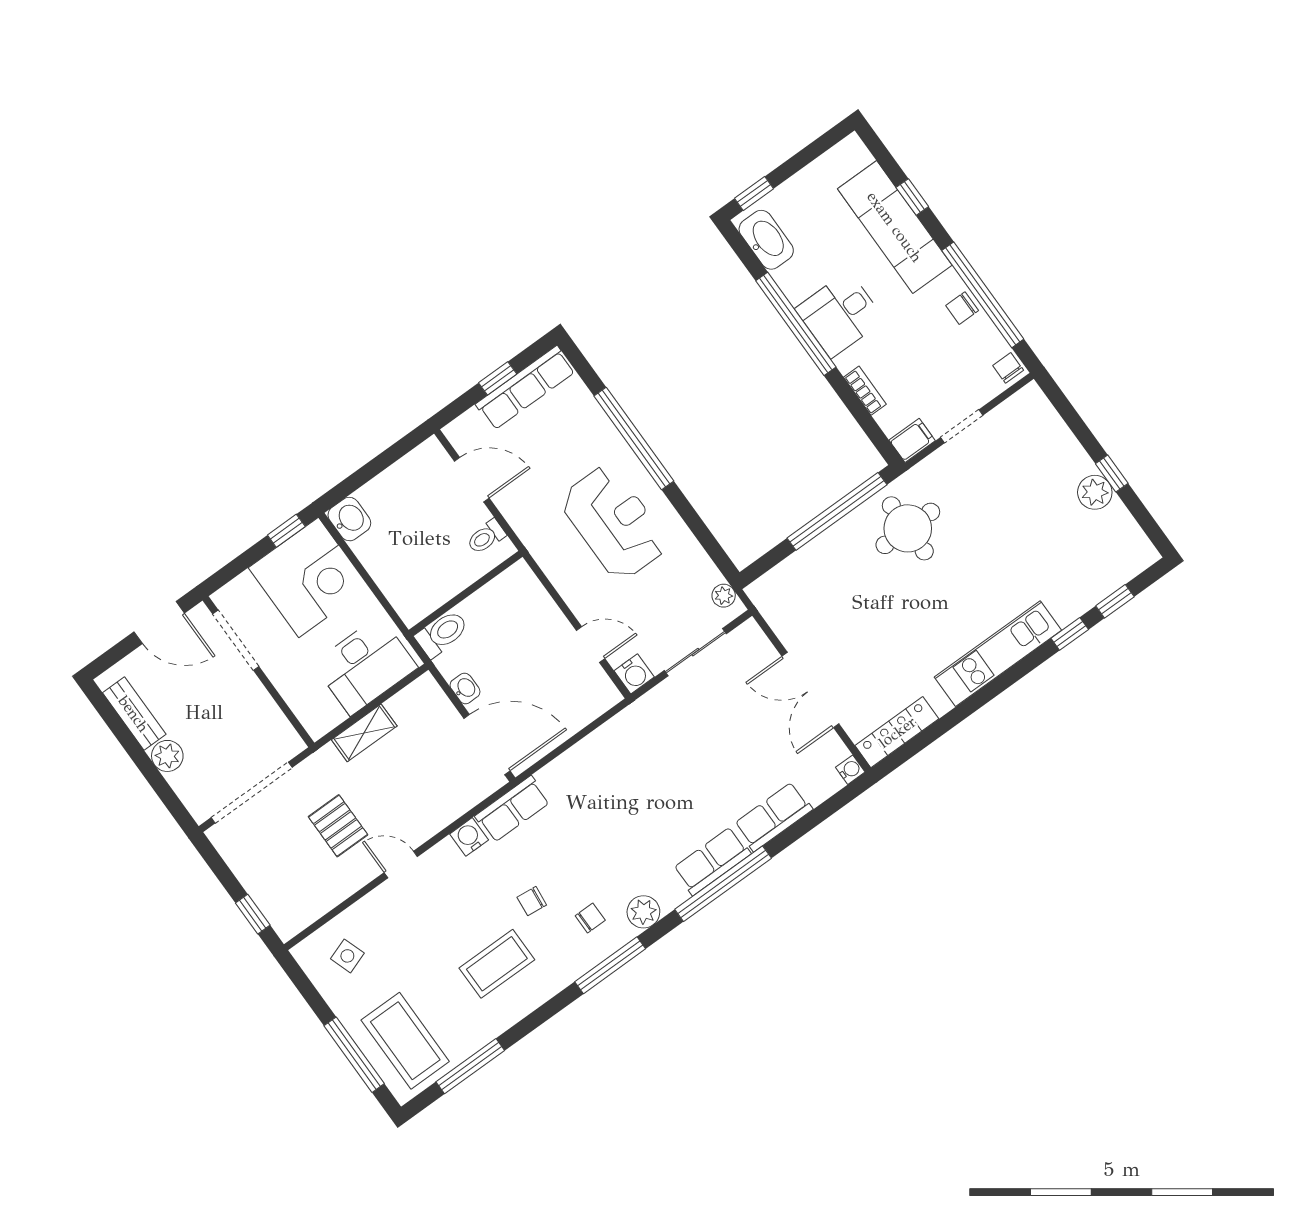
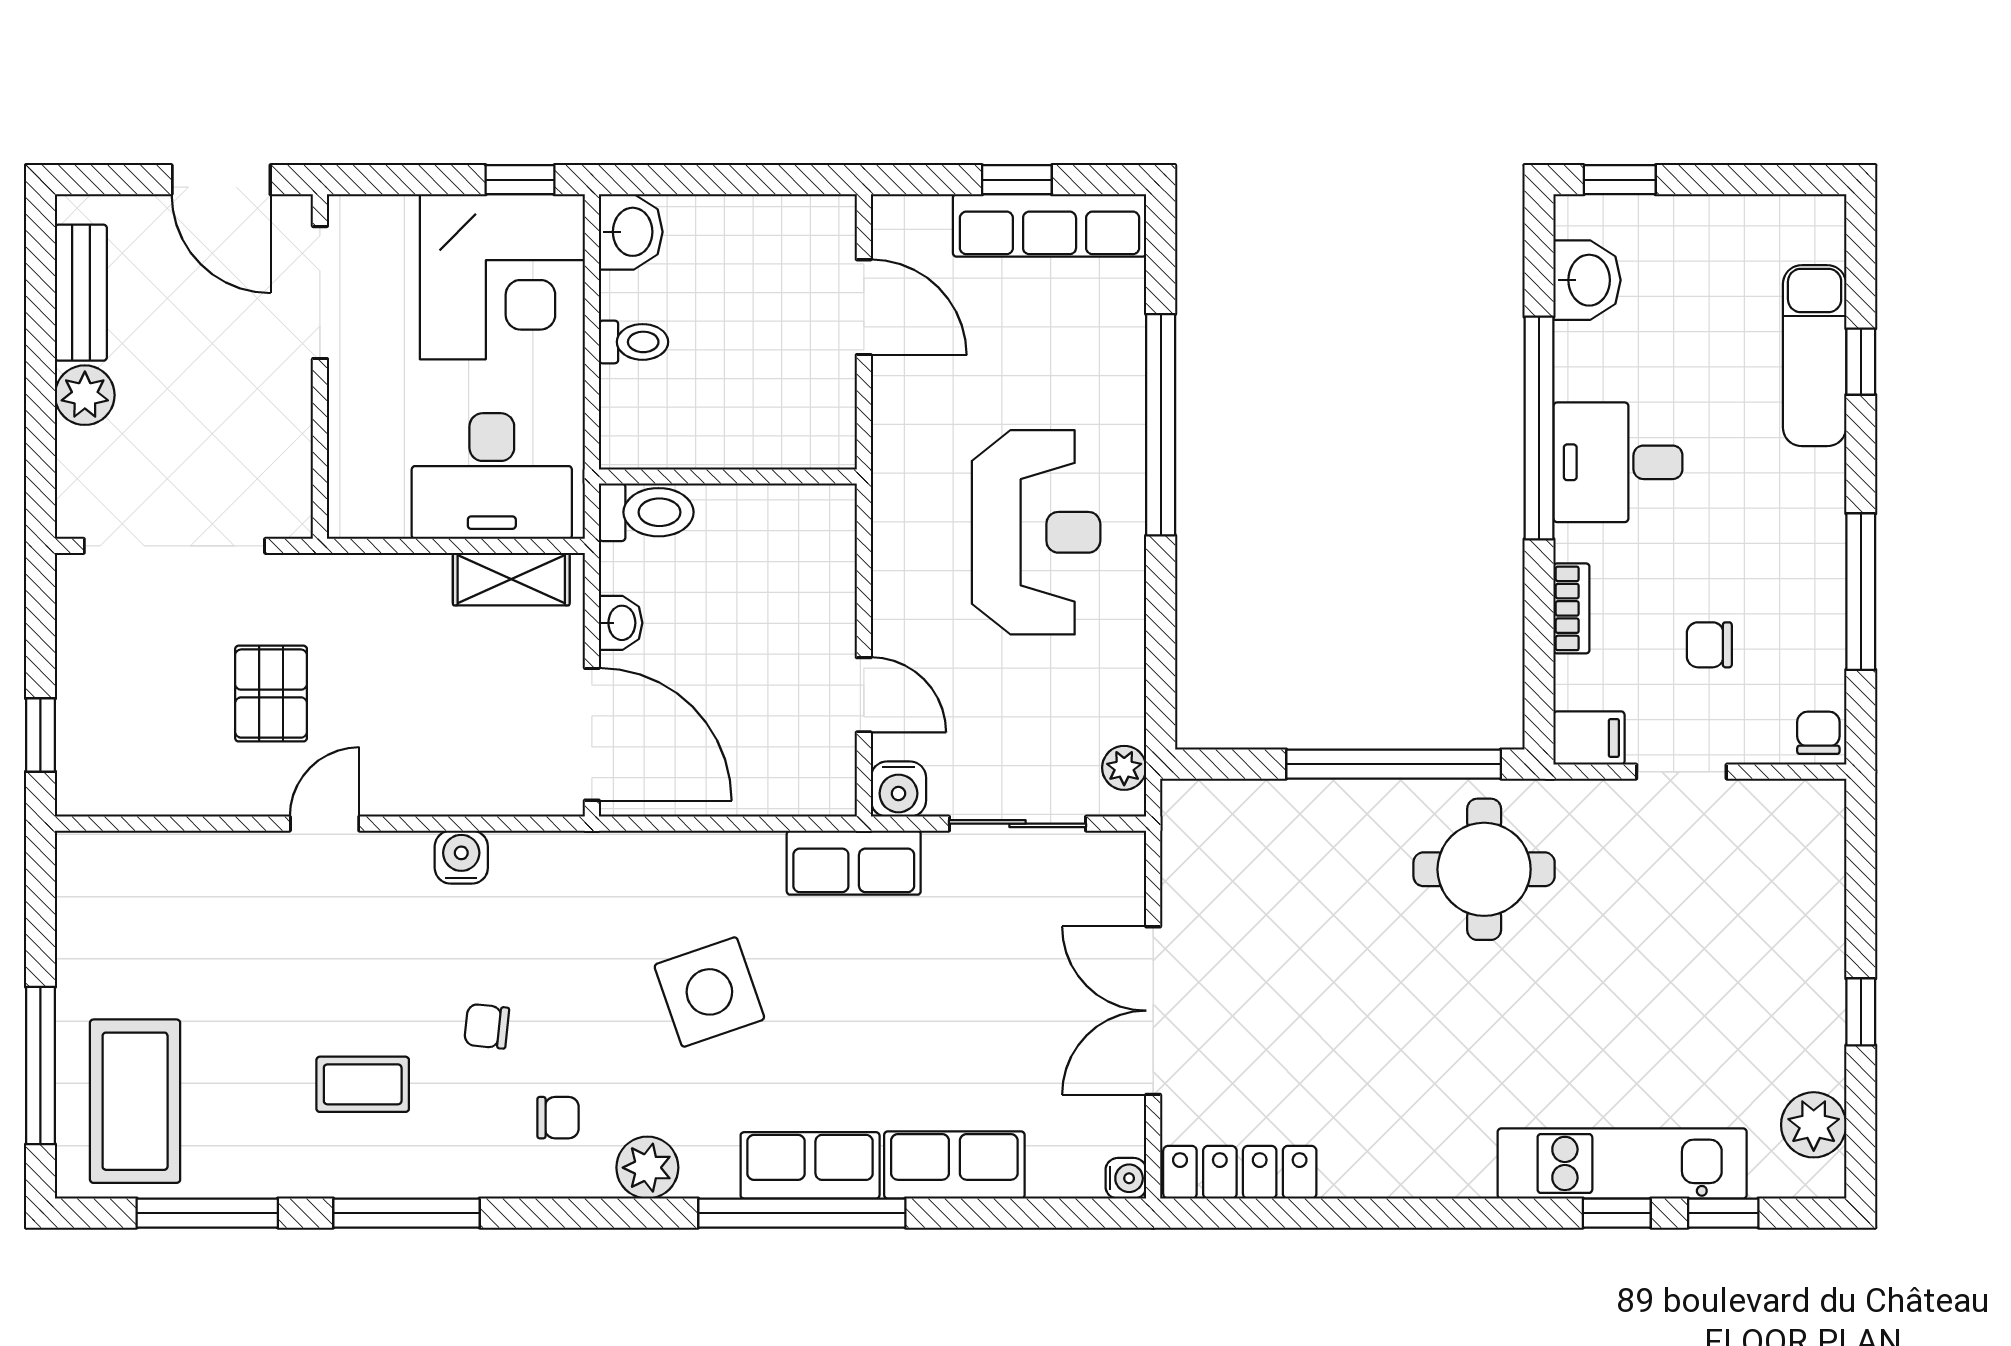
exam couch: (895, 227) -> (1815, 356), width x0.73, depth x0.69
washbasin: (766, 240) -> (1587, 280), width x0.72
window: (983, 295) -> (1861, 592), width x0.68
chair: (962, 308) -> (1709, 645), moved
plant: (1095, 492) -> (1814, 1125), moved
toilet: (486, 537) -> (634, 342), moved, turned 180
kitchen unit: (998, 654) -> (1622, 1163), moved
shelving: (364, 733) -> (511, 579), moved
row of seats: (513, 809) -> (854, 863), moved
door: (401, 865) -> (325, 824), hinge flipped
side table: (347, 956) -> (709, 992), moved, width x1.87, depth x1.87
coffee table: (497, 964) -> (363, 1084), width x0.73, depth x0.77
window: (610, 965) -> (406, 1213), moved

